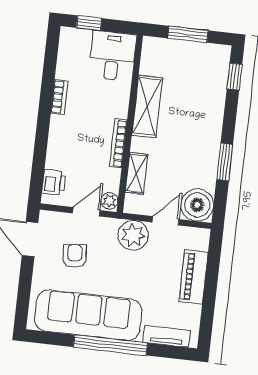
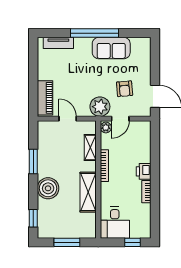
printer: (54, 182) -> (144, 171), moved
boiler: (197, 205) -> (48, 188), moved
door: (166, 221) -> (68, 119), swing flipped
plant: (133, 235) -> (100, 107), moved
piano: (194, 277) -> (45, 98), moved
sofa: (88, 315) -> (111, 48), width x0.54, depth x0.79

